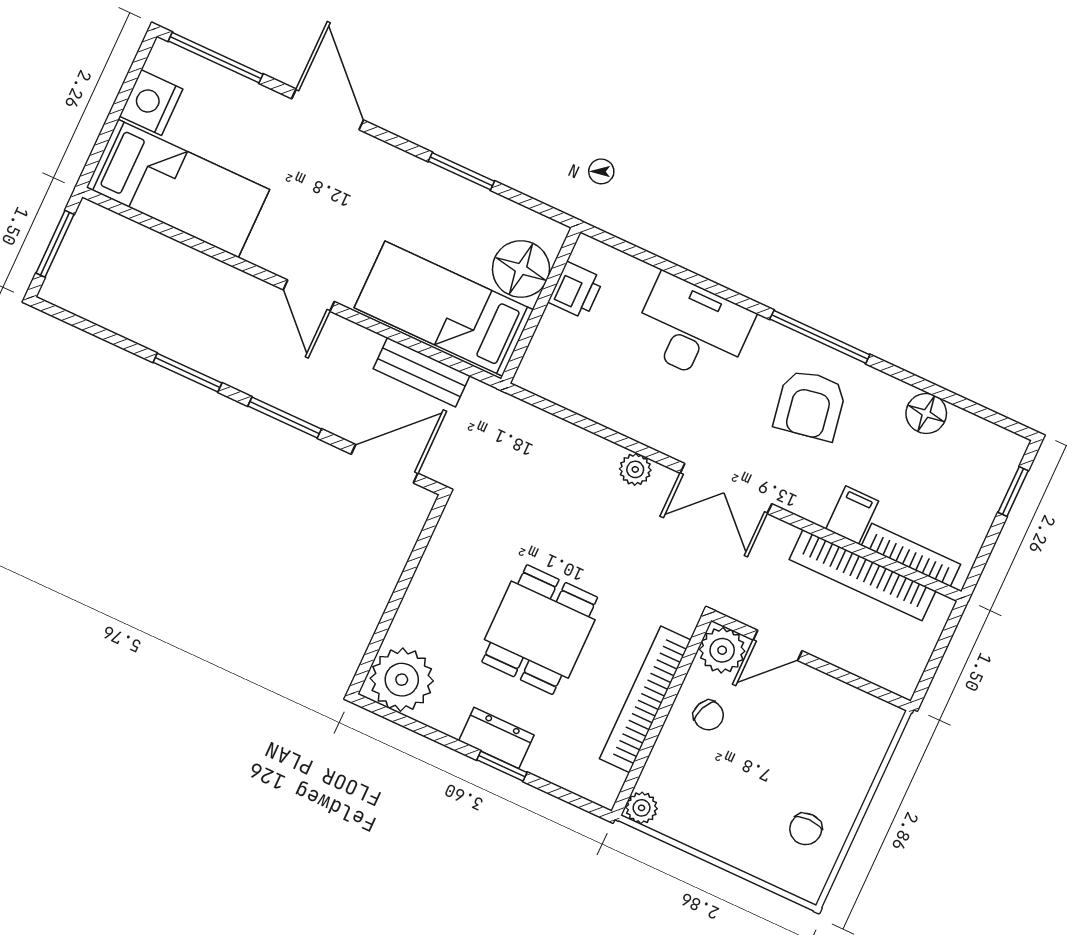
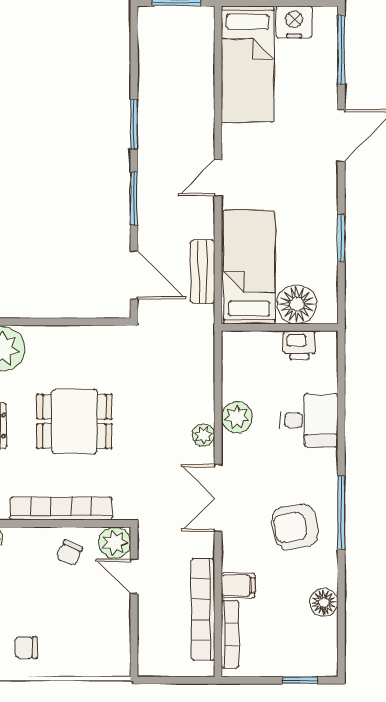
desk: (692, 329) -> (309, 420), width x0.73
plant: (632, 415) -> (237, 417), added

